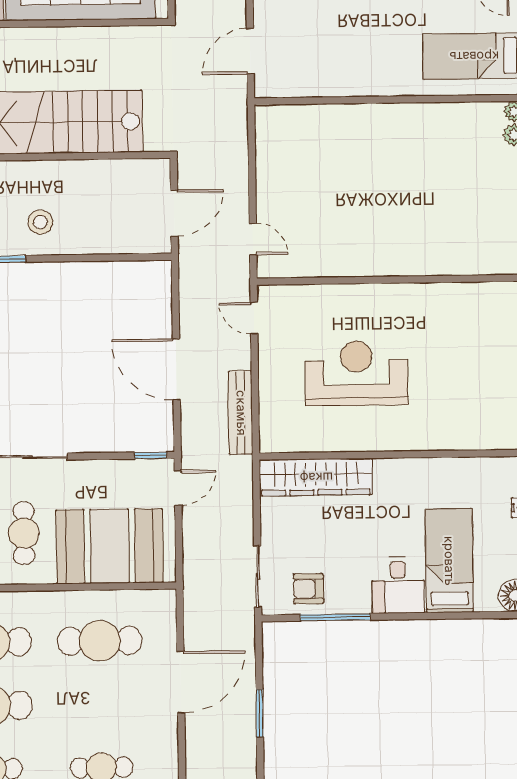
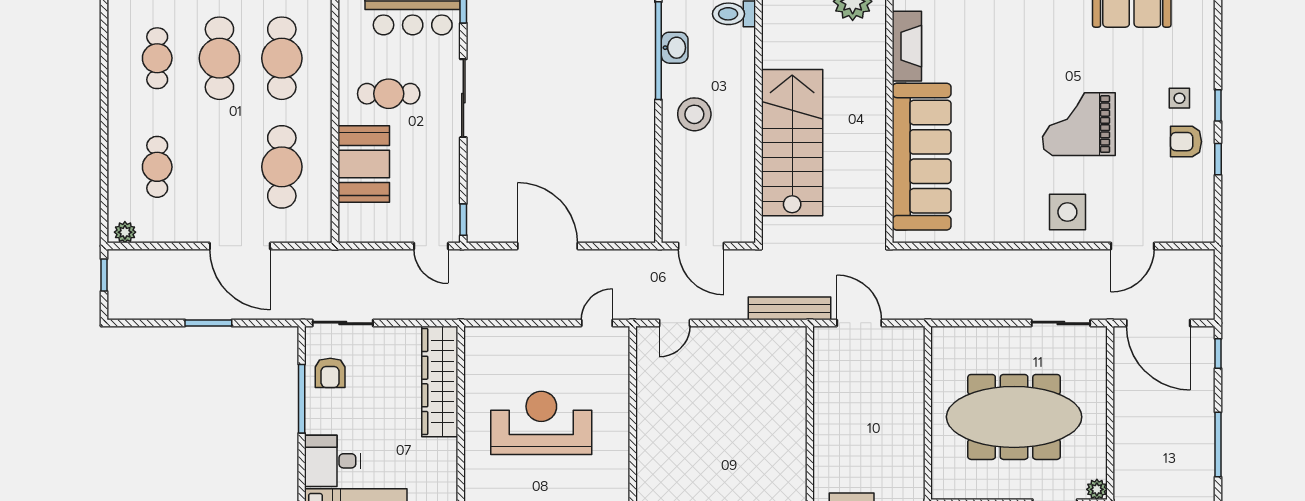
stool: (40, 222) -> (694, 114), width x1.38, depth x1.38
door: (176, 369) -> (548, 246), hinge flipped
reception desk: (356, 373) -> (541, 423), turned -90
bench: (241, 413) -> (789, 308), moved
booth: (110, 546) -> (364, 164), width x0.73, depth x0.70
armchair: (308, 589) -> (330, 373), turned 180

